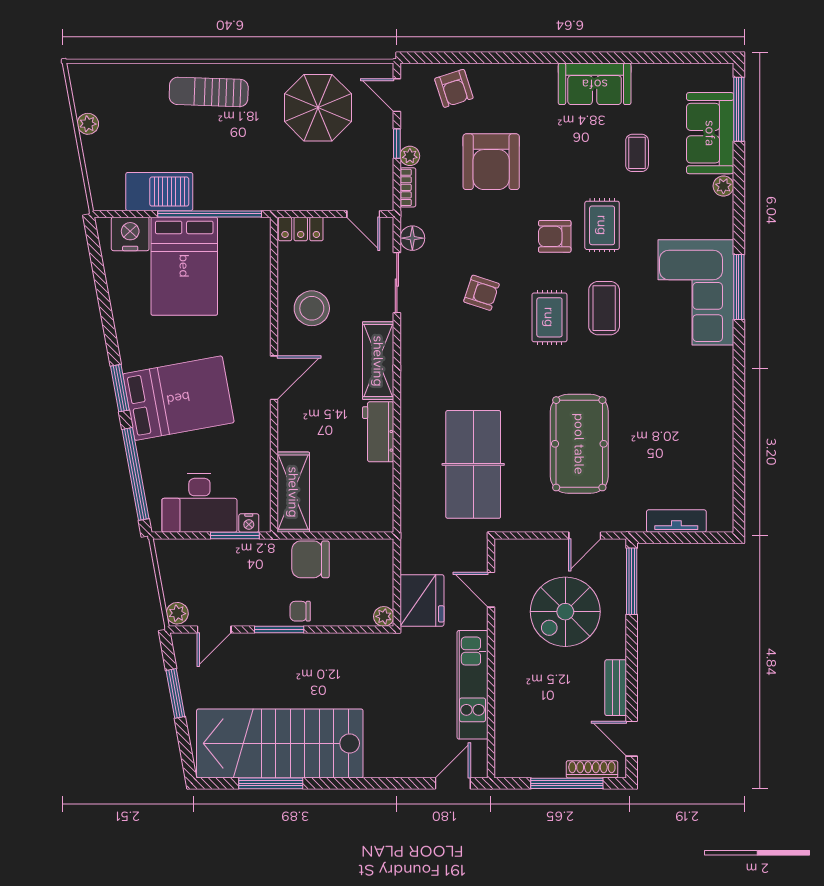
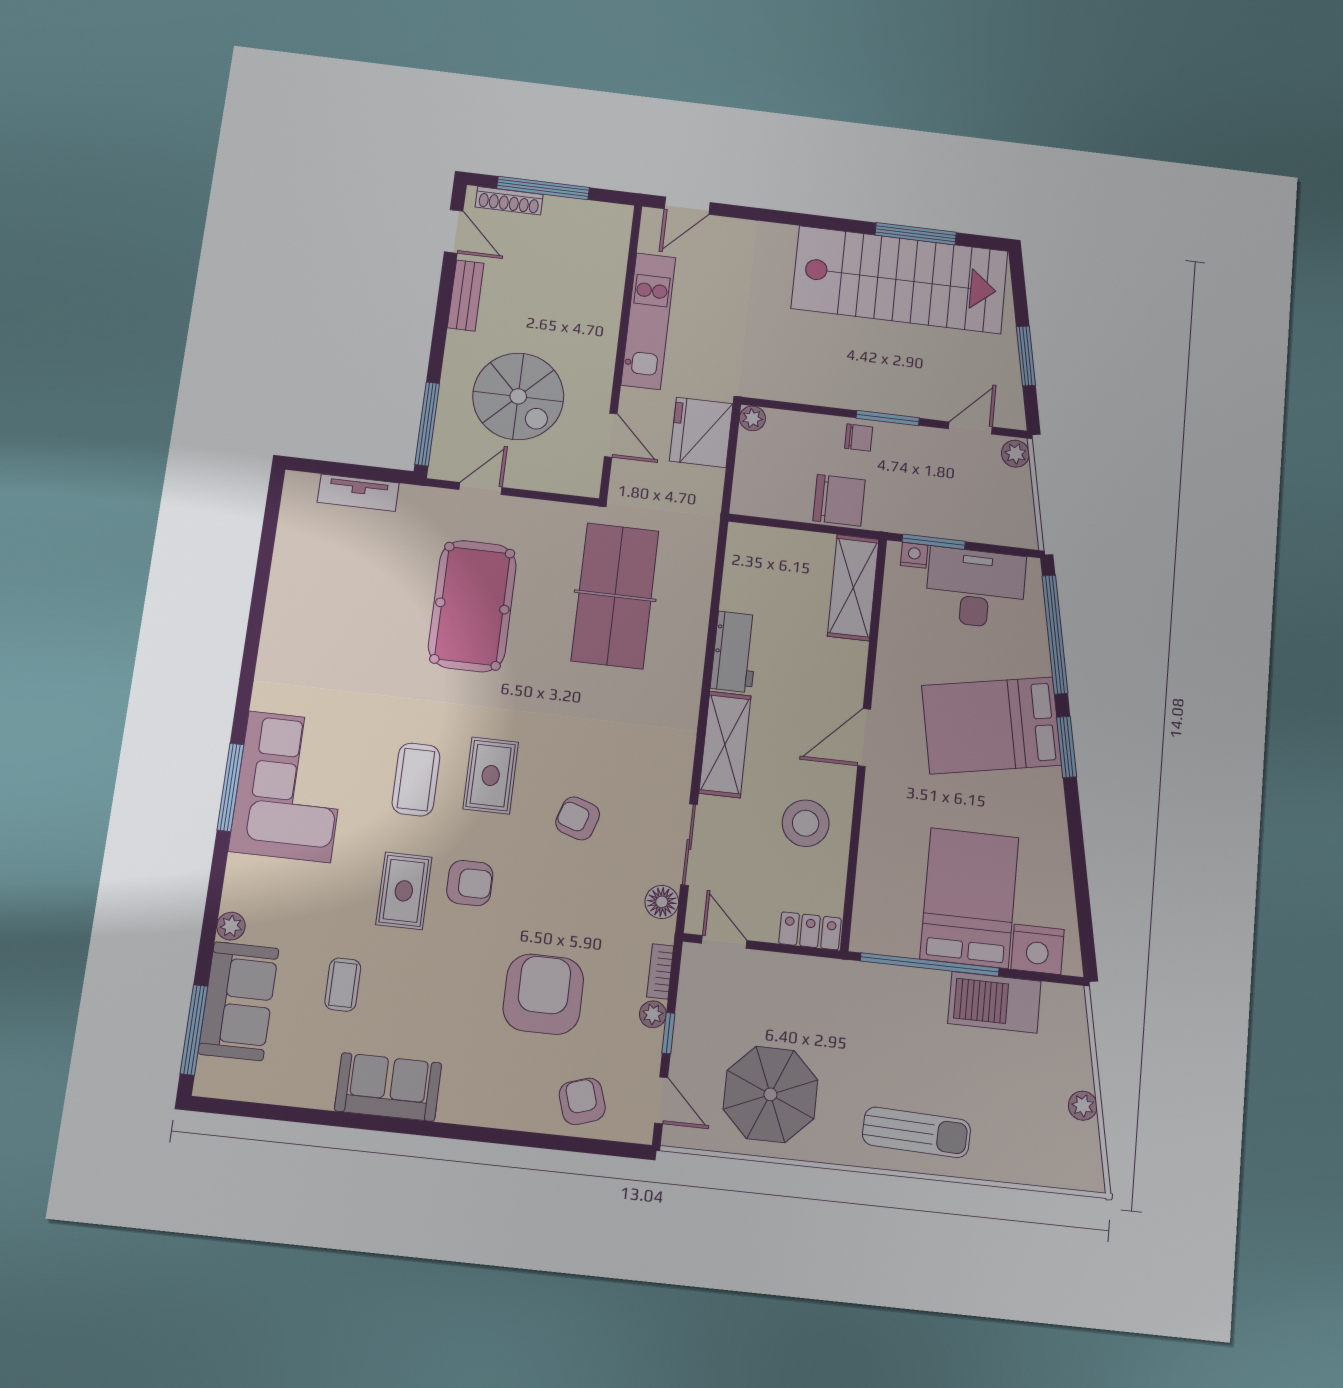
spiral stairs: (565, 612) -> (518, 396), turned 90

